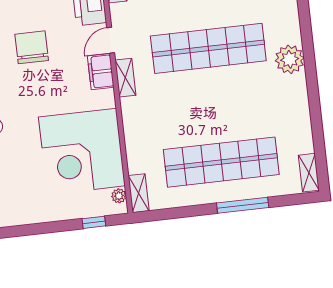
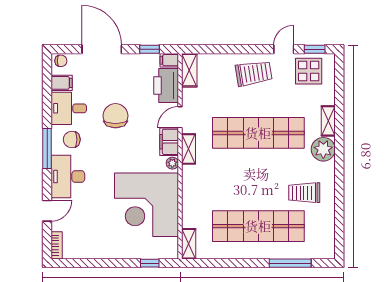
trolley: (272, 115) -> (304, 193), added
shelving: (309, 173) -> (328, 121), moved
plant: (119, 196) -> (172, 163), moved
window: (243, 205) -> (290, 263), moved

